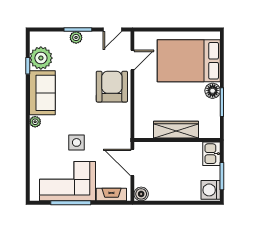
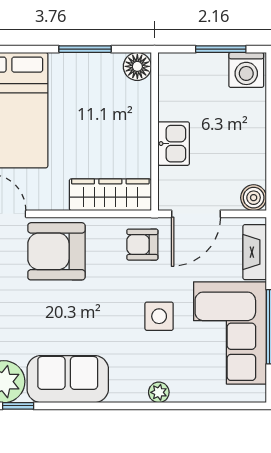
floor lamp: (213, 91) -> (137, 66), moved
plant: (35, 122) -> (159, 392), moved
wardrobe: (176, 130) -> (110, 195), moved, turned 90
armchair: (116, 133) -> (142, 245), added
kitchen sink: (212, 154) -> (174, 144), moved, turned -90

